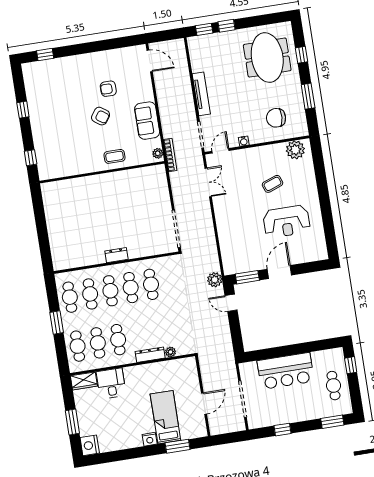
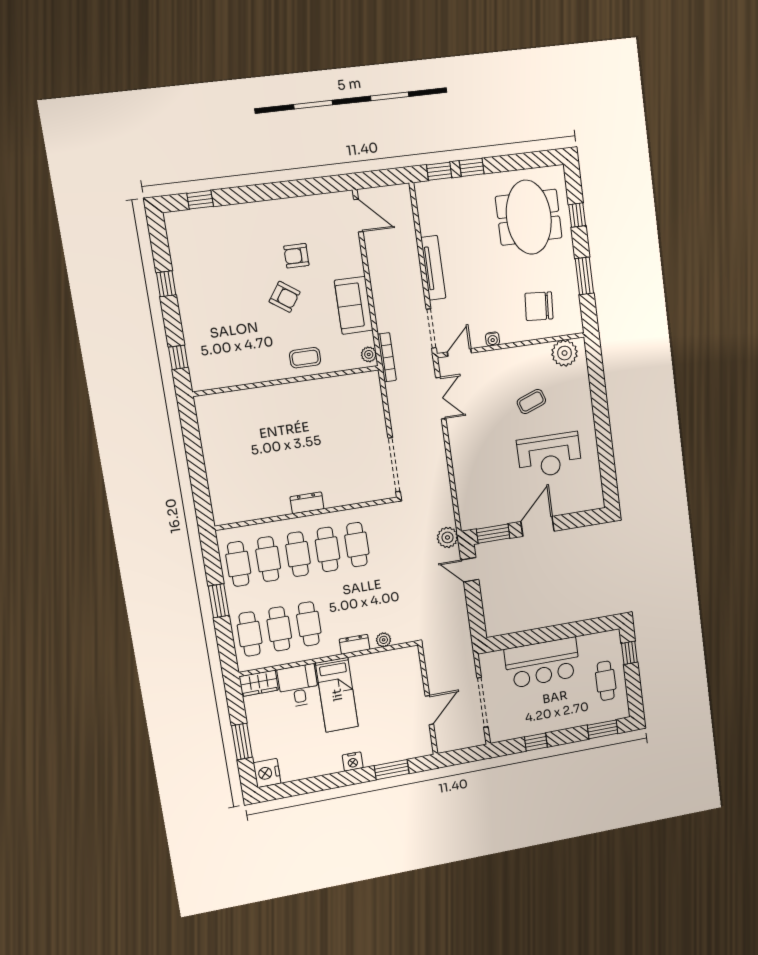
dresser: (150, 355) -> (355, 644), width x0.70
bed: (165, 417) -> (337, 695), moved, turned 180

